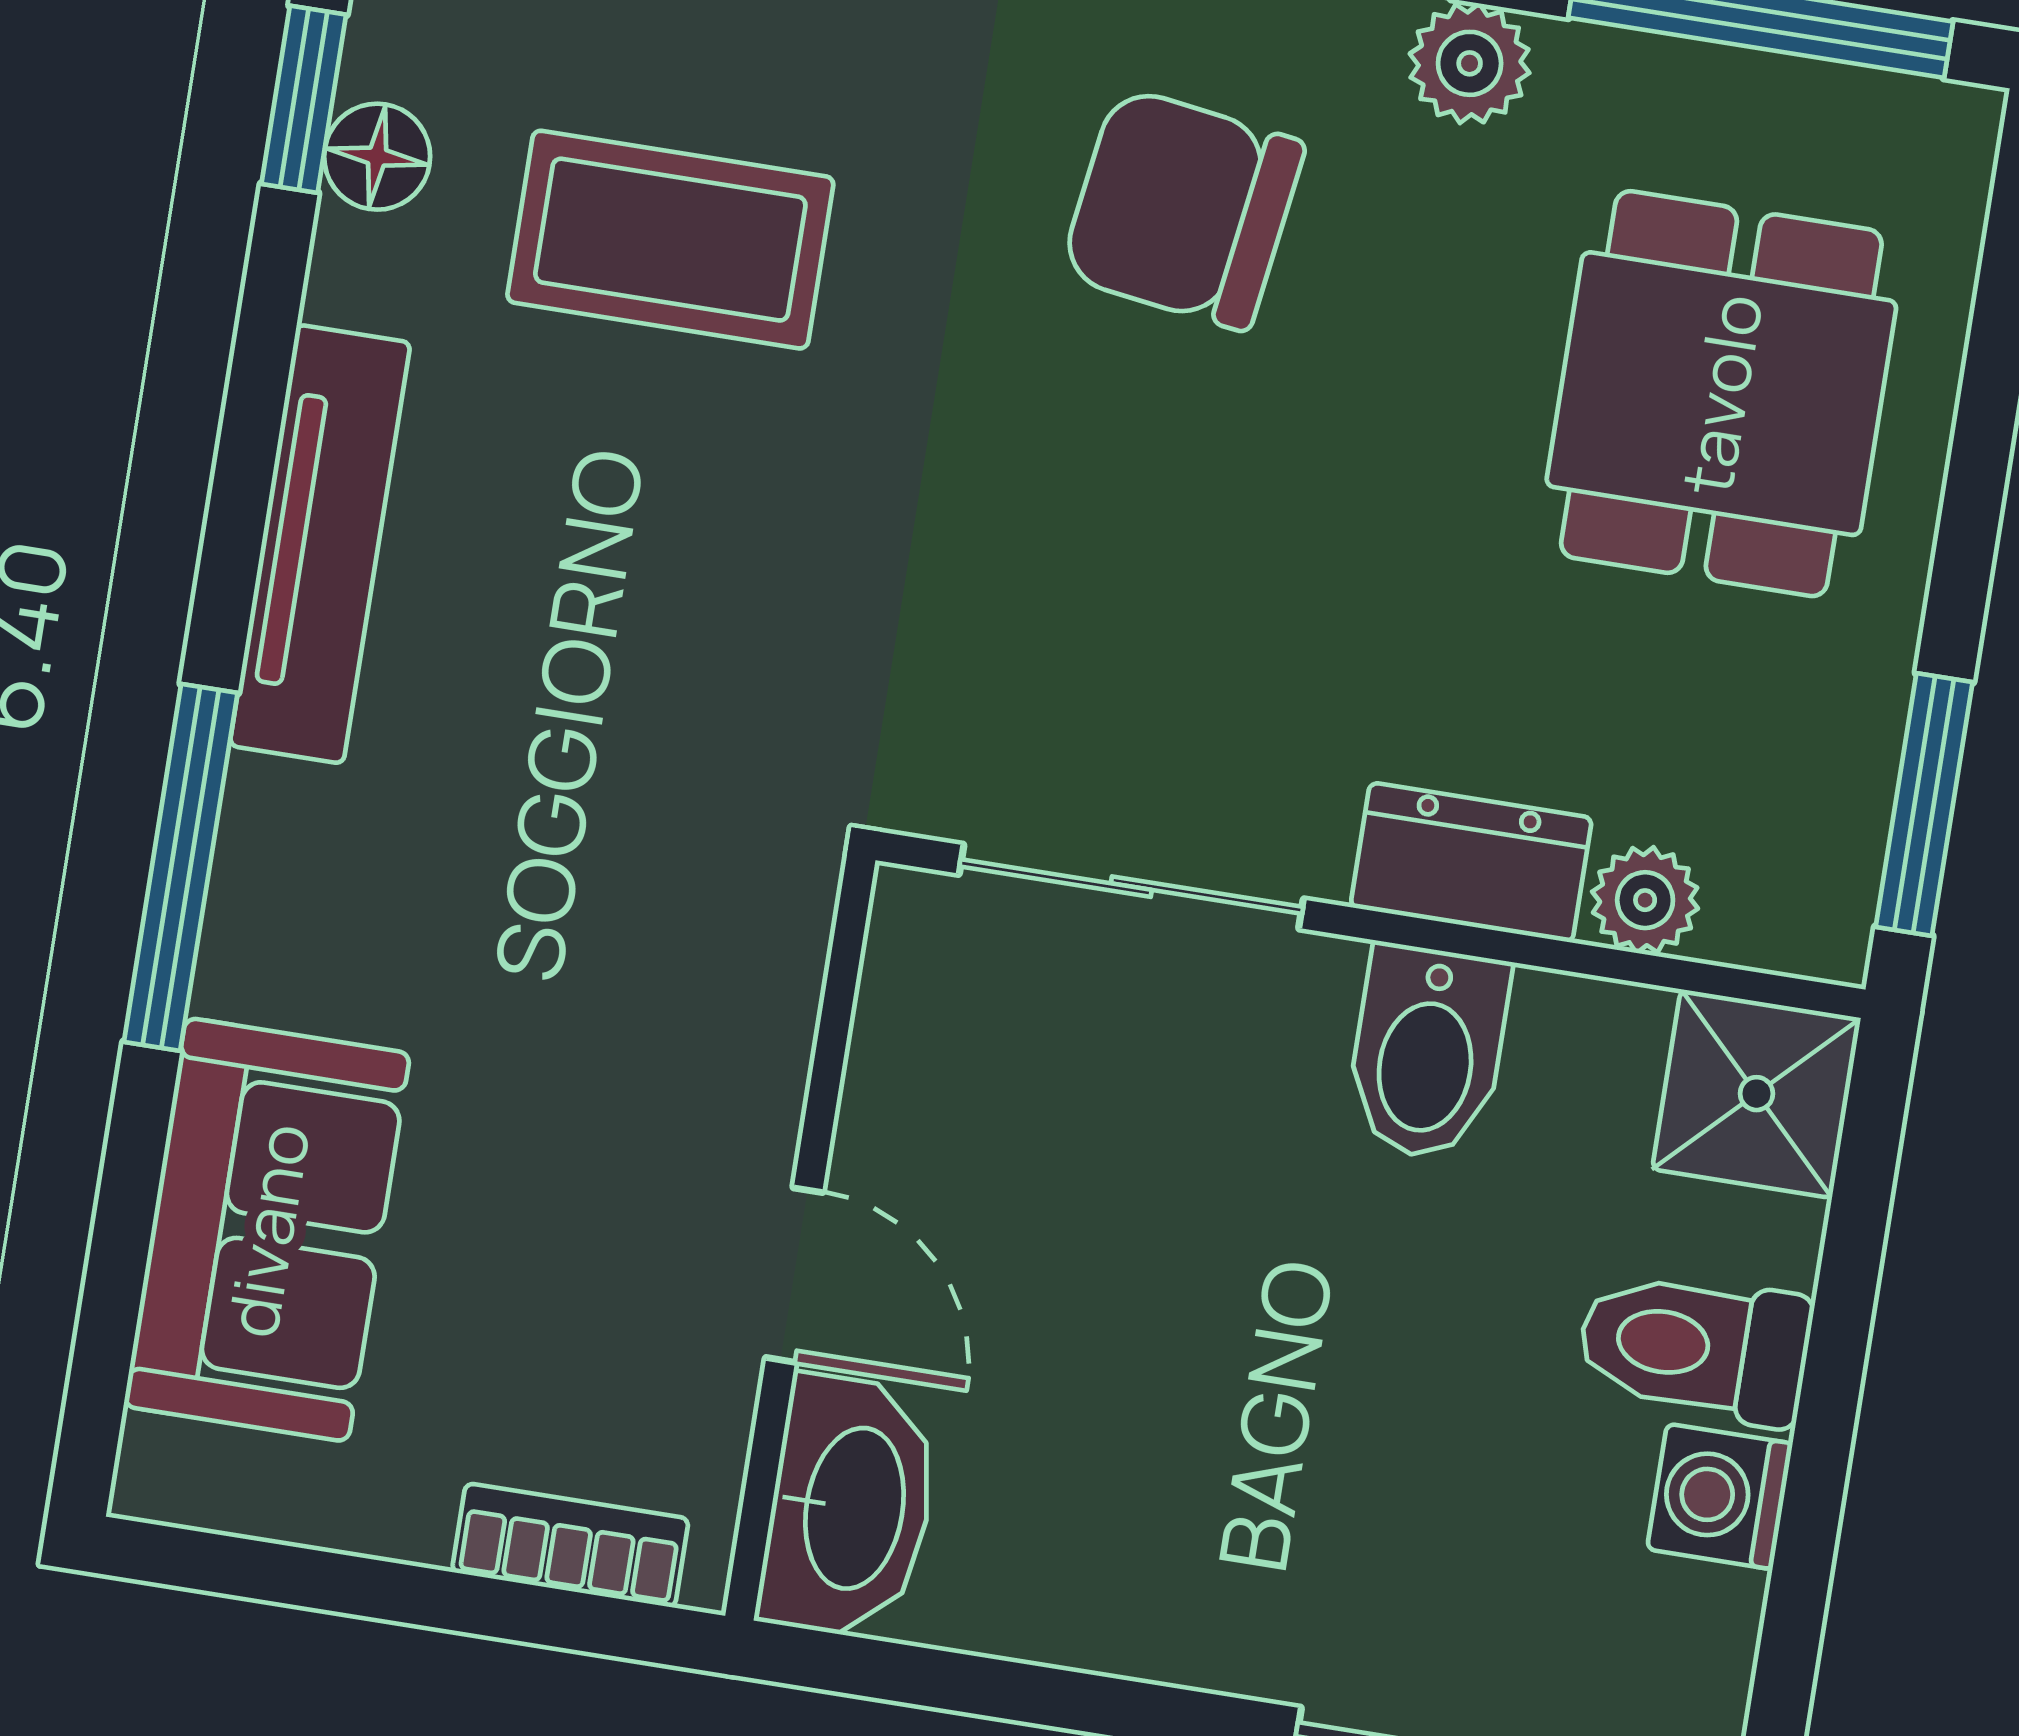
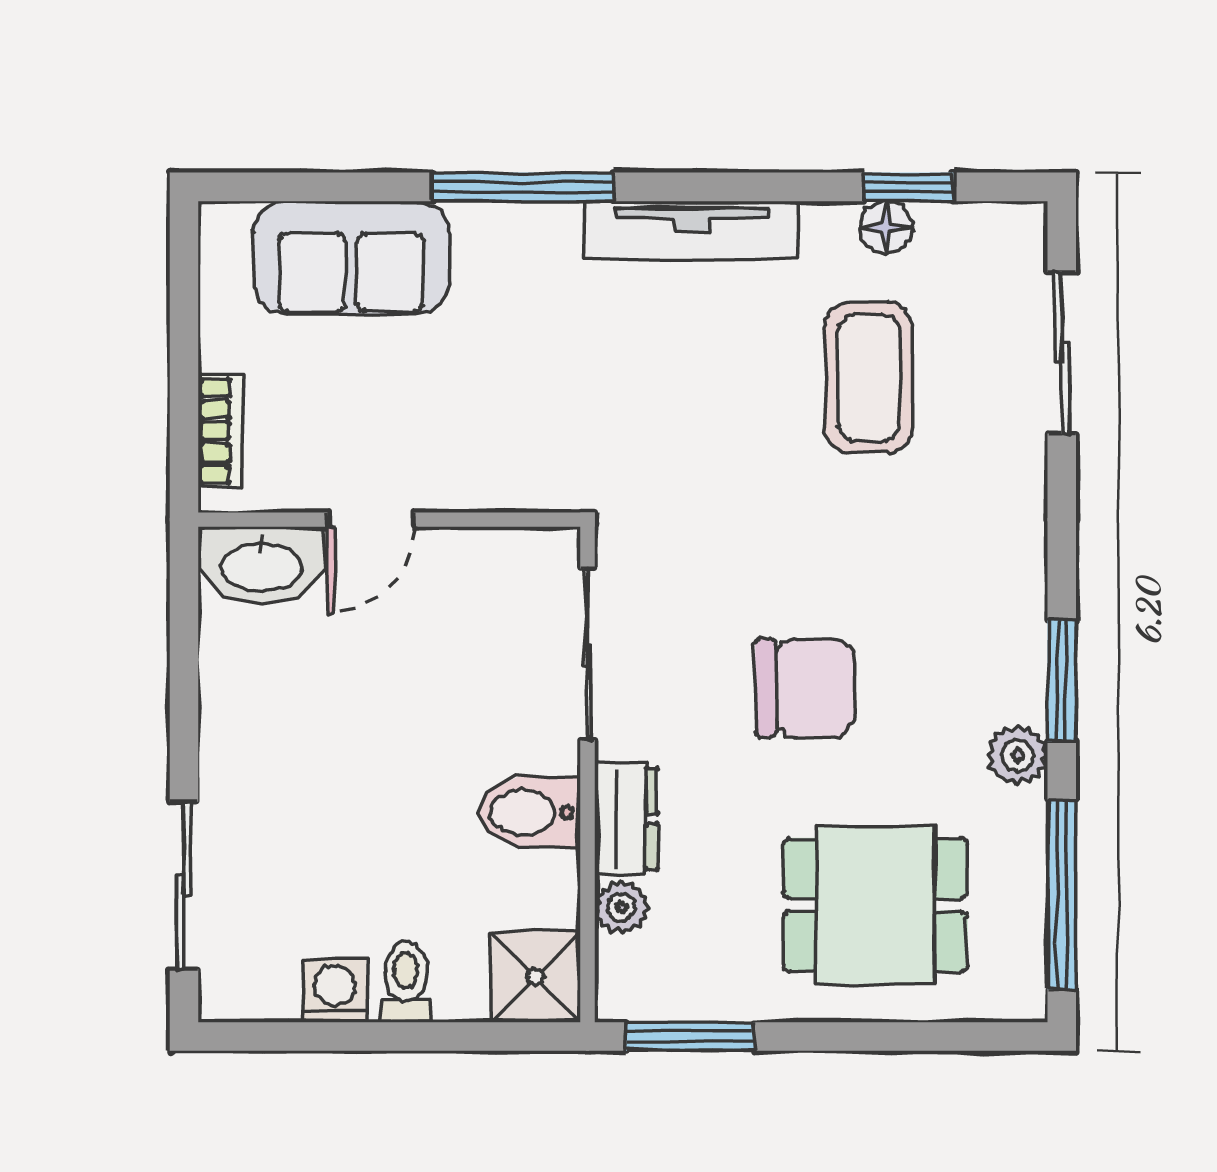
chair: (1182, 209) -> (805, 688), moved, turned 82
toilet: (1694, 1347) -> (406, 982), width x0.73, depth x0.72

